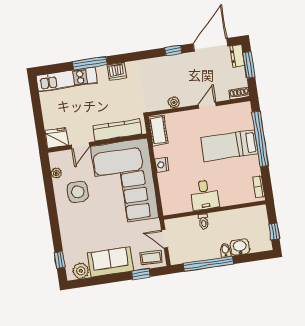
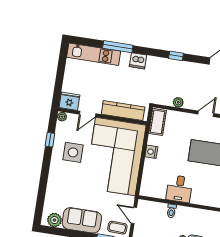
window: (173, 51) -> (176, 56), moved
plant: (56, 173) -> (62, 117), moved
window: (60, 260) -> (50, 140), moved

